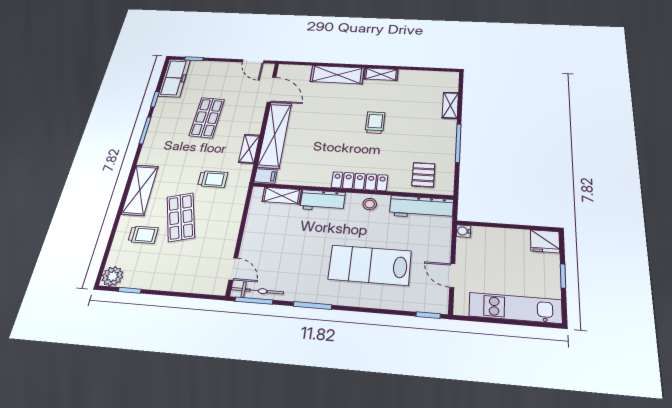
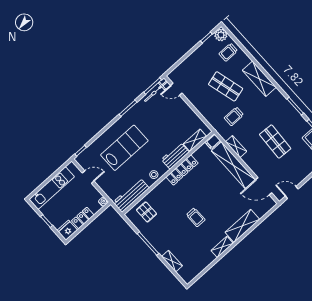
locker: (359, 181) -> (182, 170), moved
trolley: (143, 235) -> (228, 52), moved
locker: (510, 237) -> (83, 218), added

